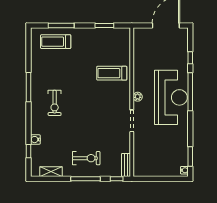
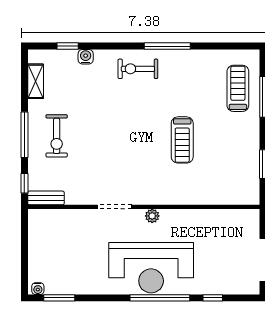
treadmill: (112, 73) -> (182, 140), moved, turned 180
exercise bike: (55, 103) -> (138, 69), moved

